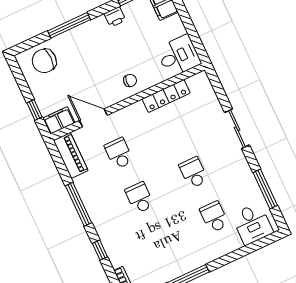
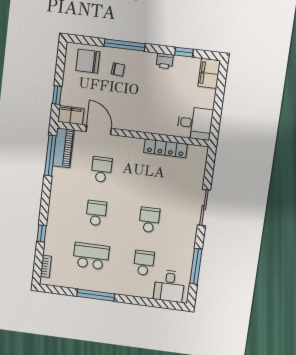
chair: (130, 81) -> (118, 69), moved
window: (79, 204) -> (50, 155), moved
school desk: (160, 242) -> (91, 256), added

